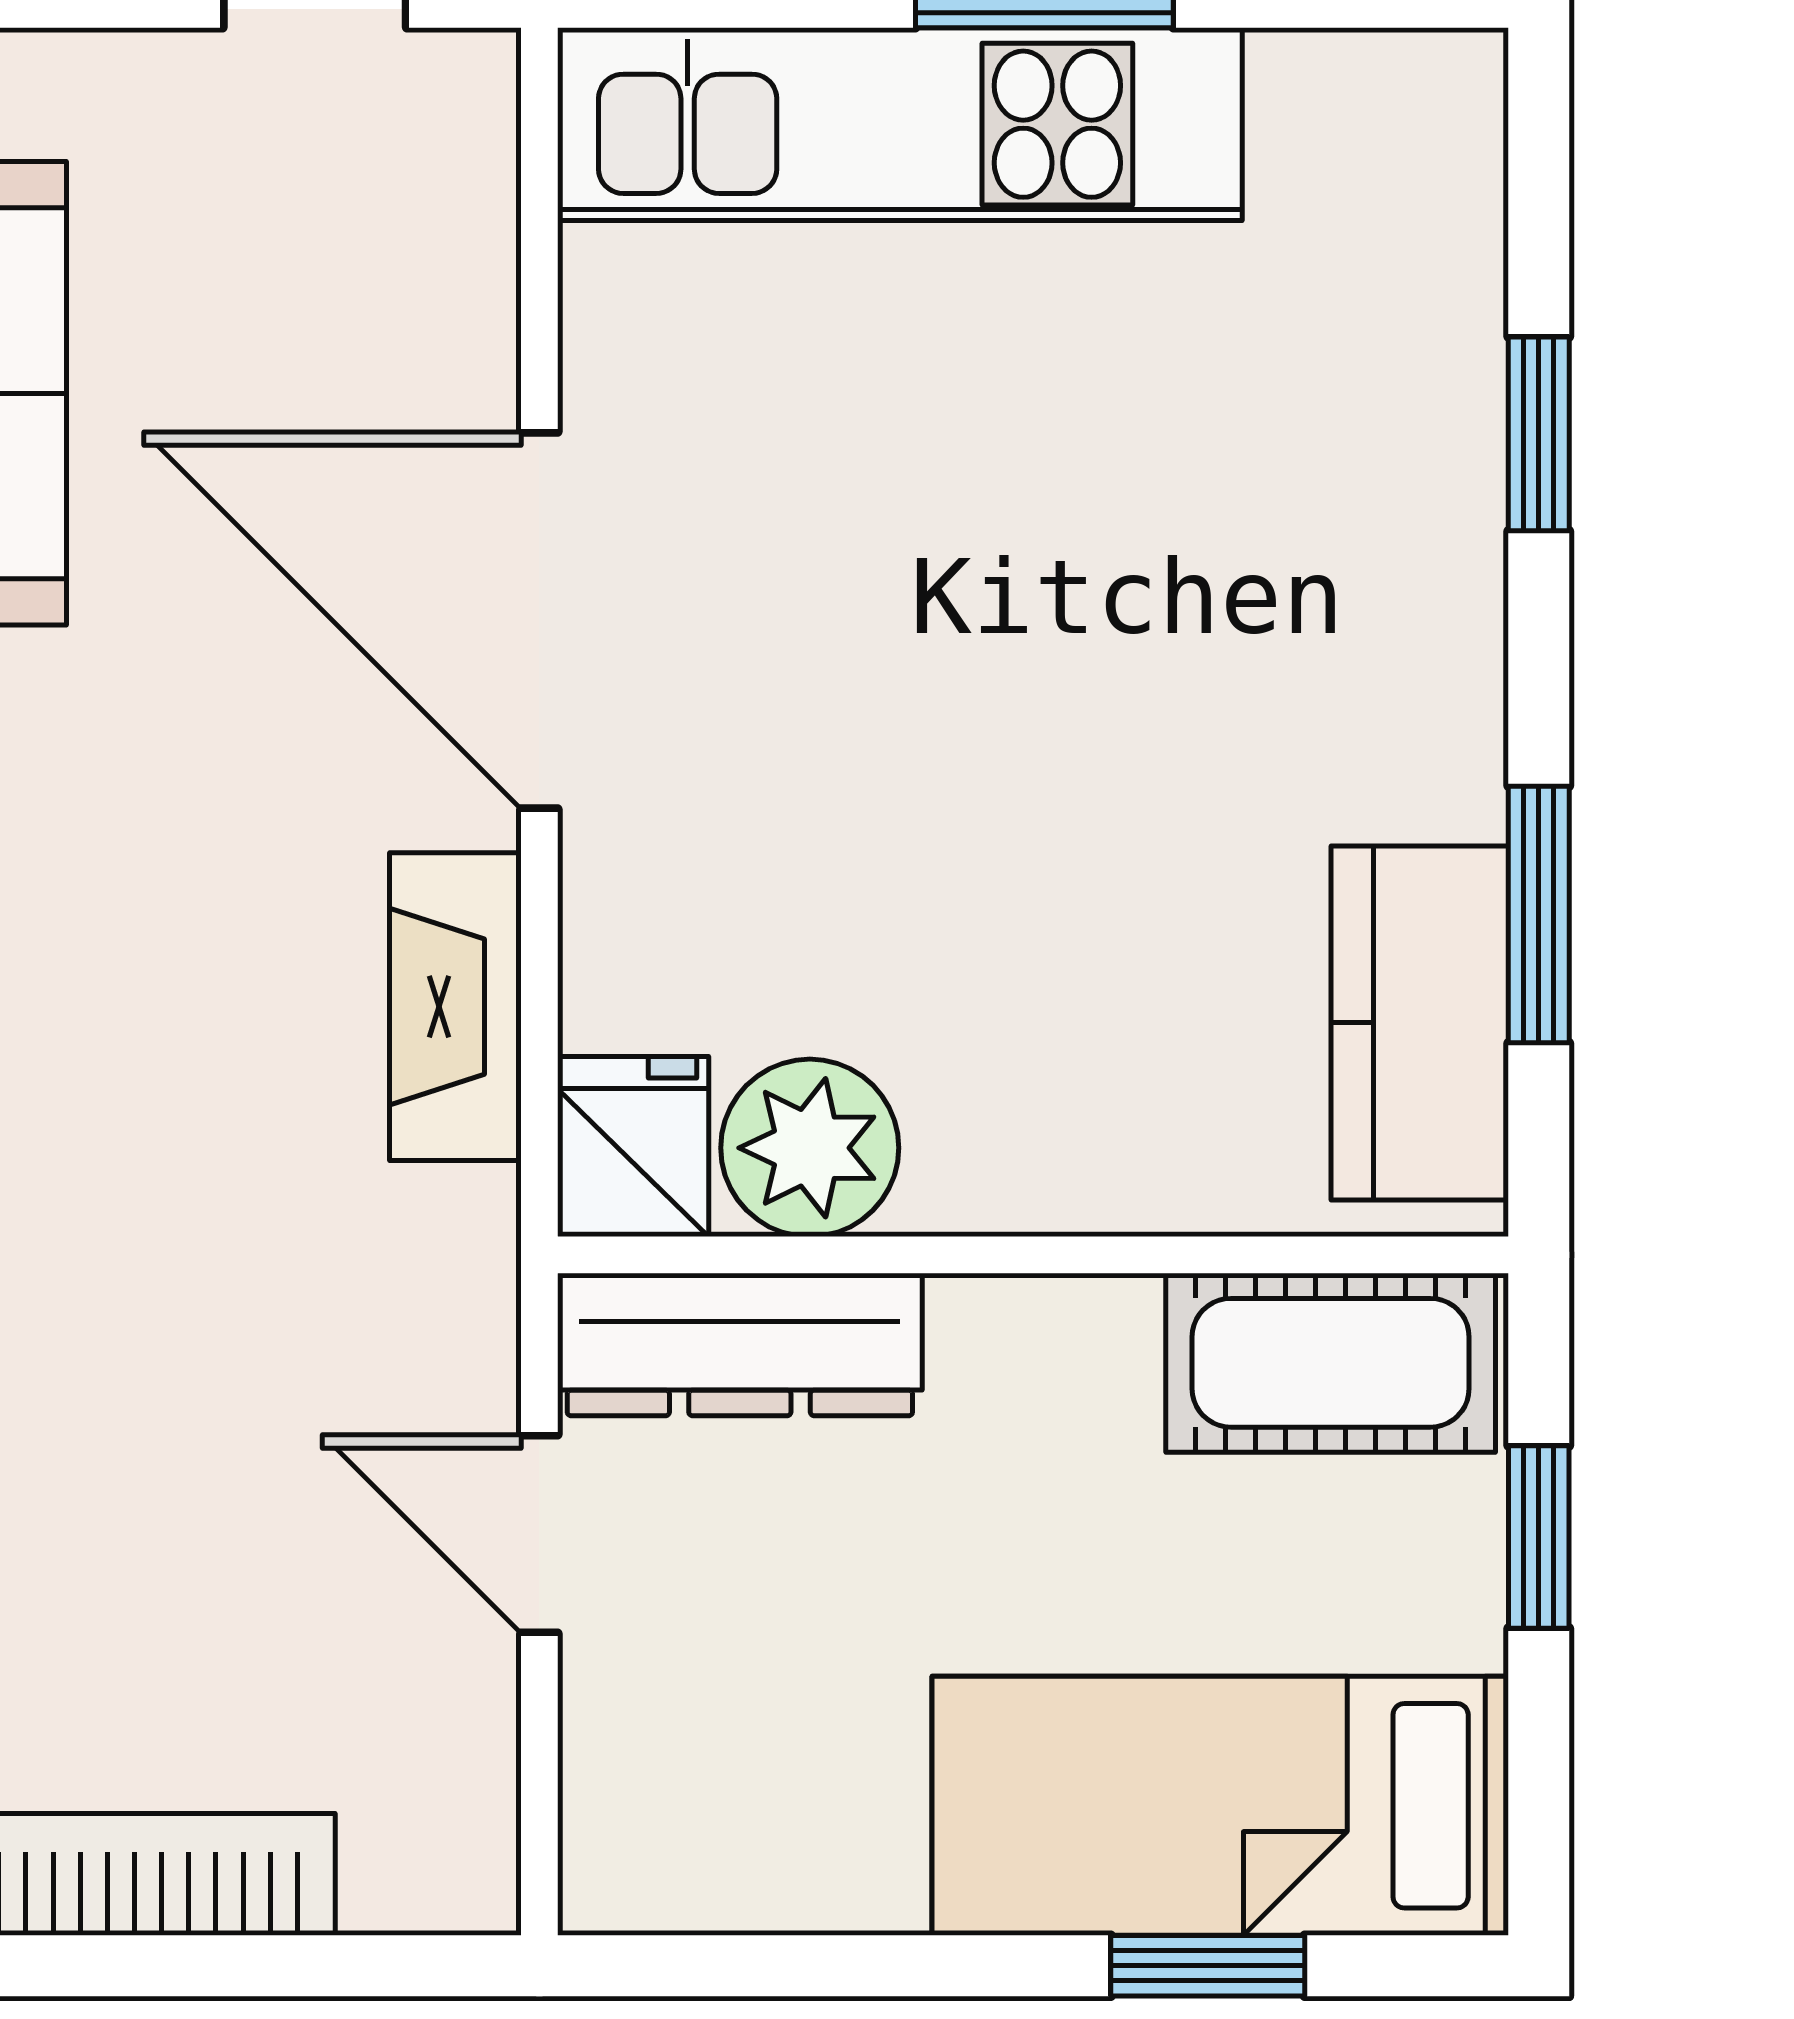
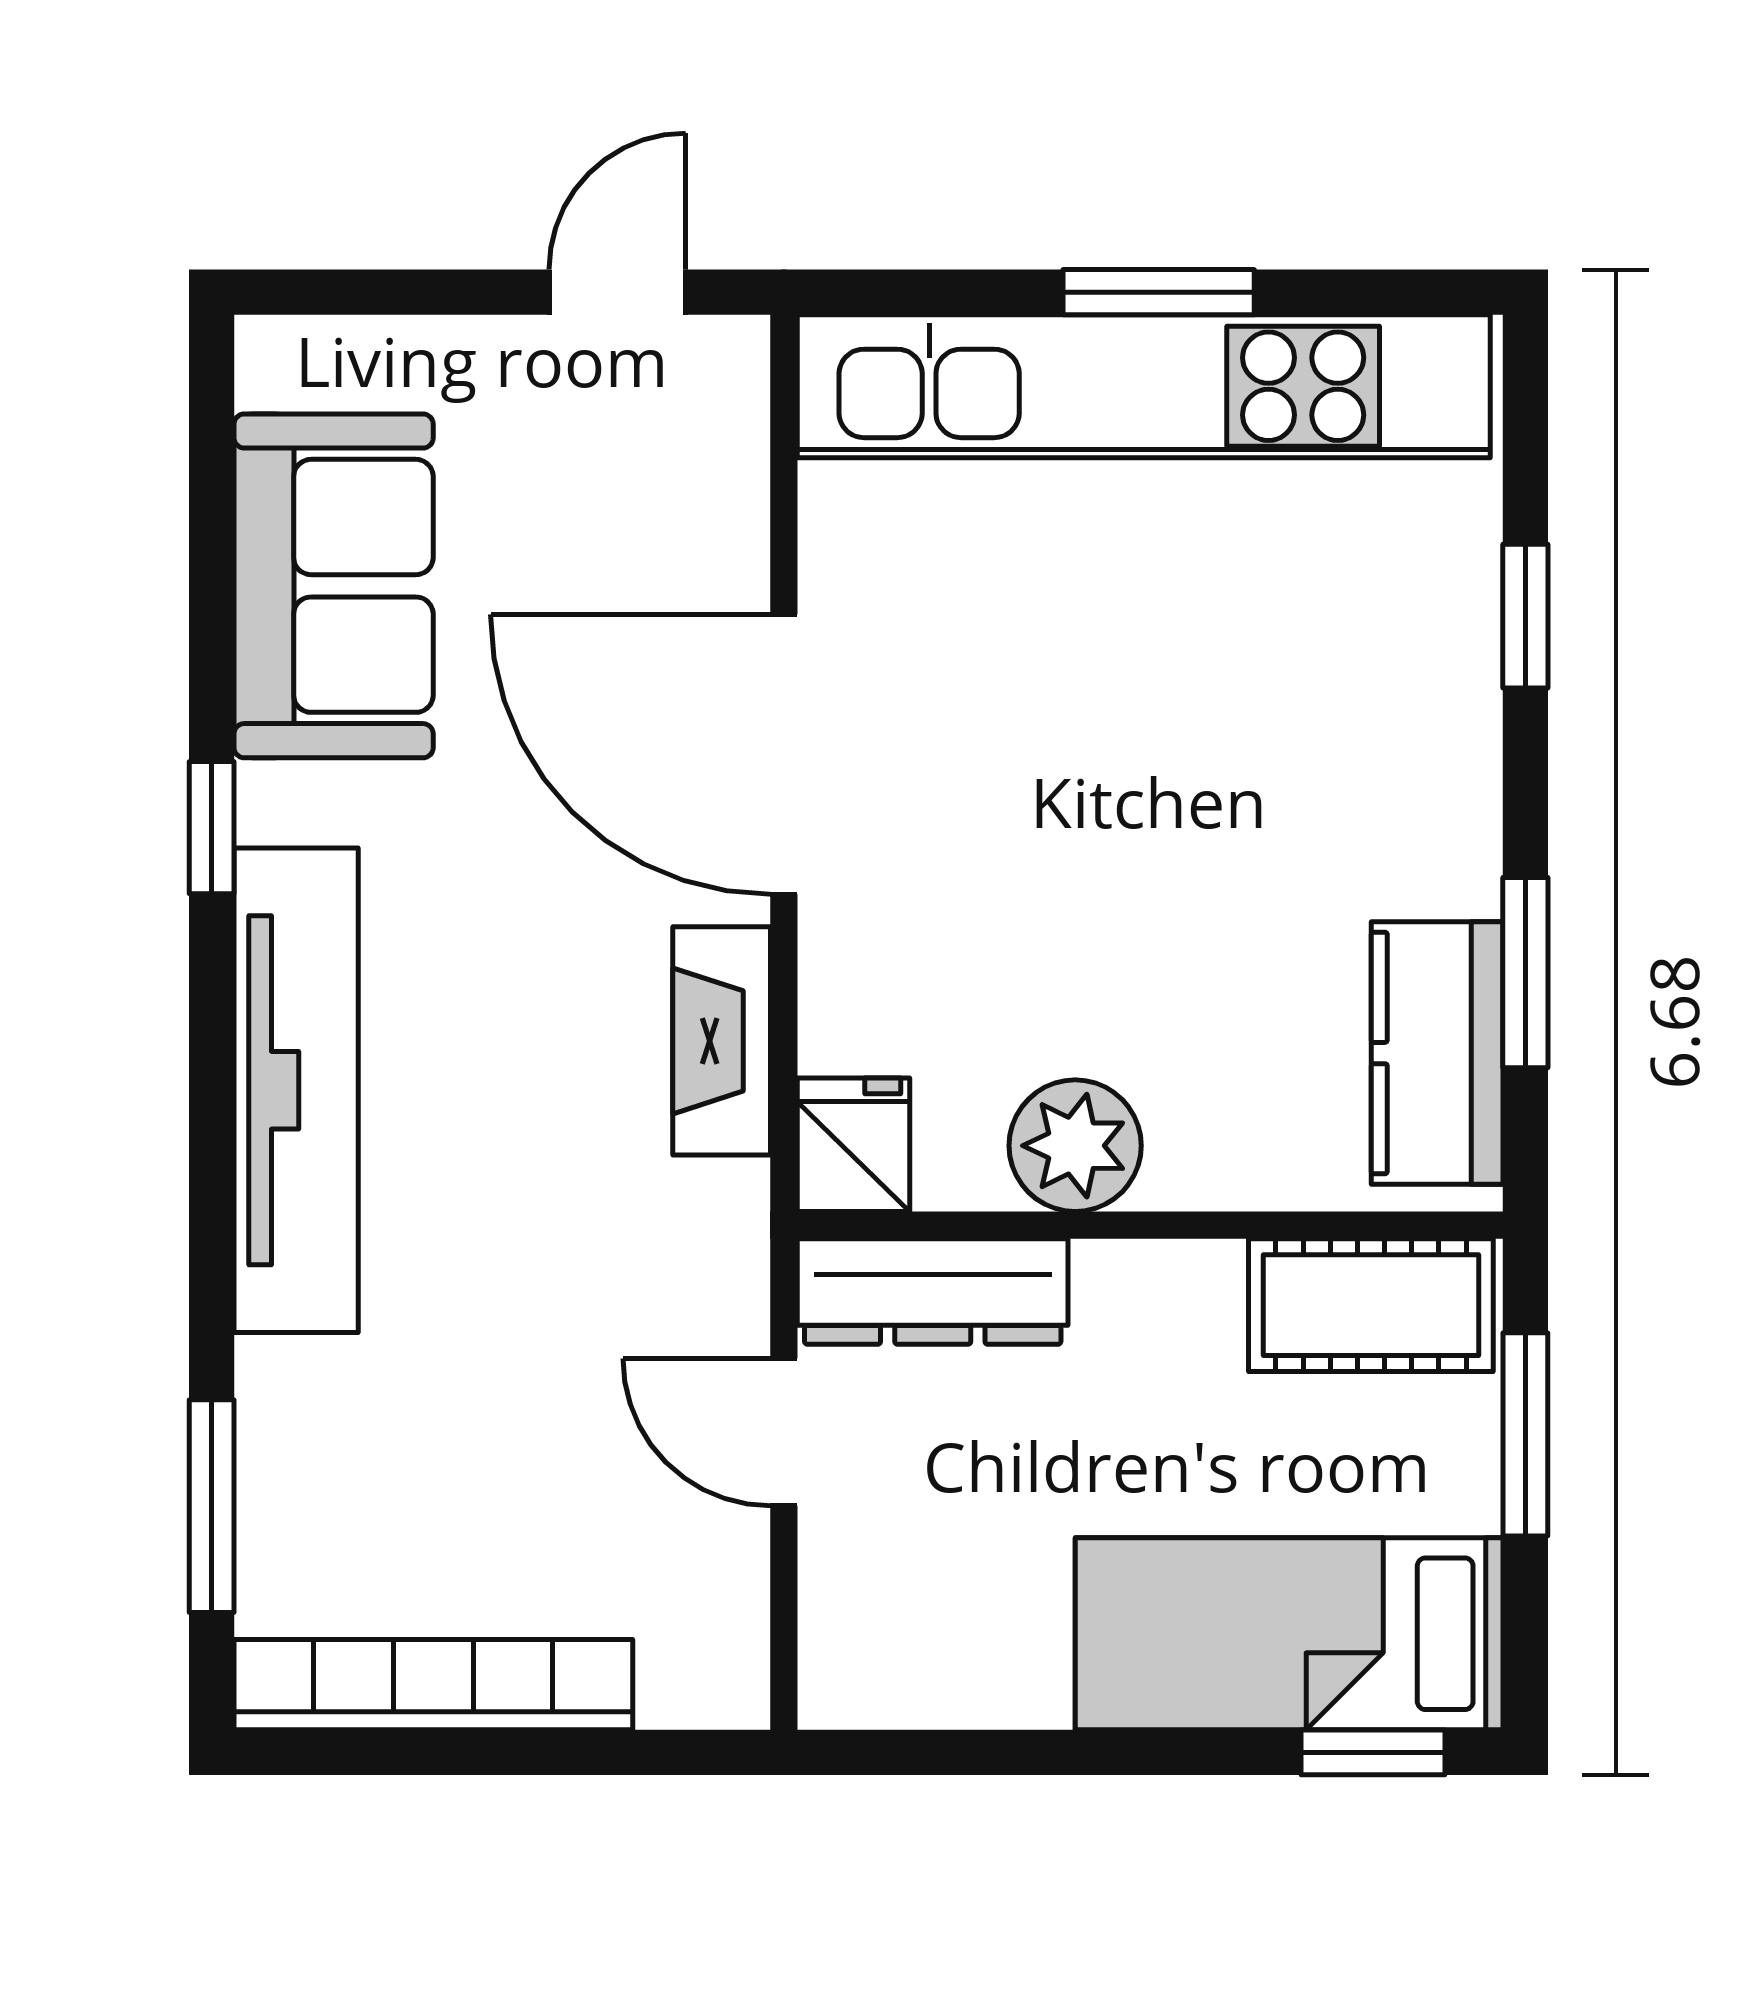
kitchen unit: (900, 124) -> (1144, 386), width x1.36
plant: (810, 1148) -> (1075, 1146), moved
window: (1539, 1537) -> (1525, 1434), width x1.50
window: (1208, 1966) -> (1373, 1752), moved

